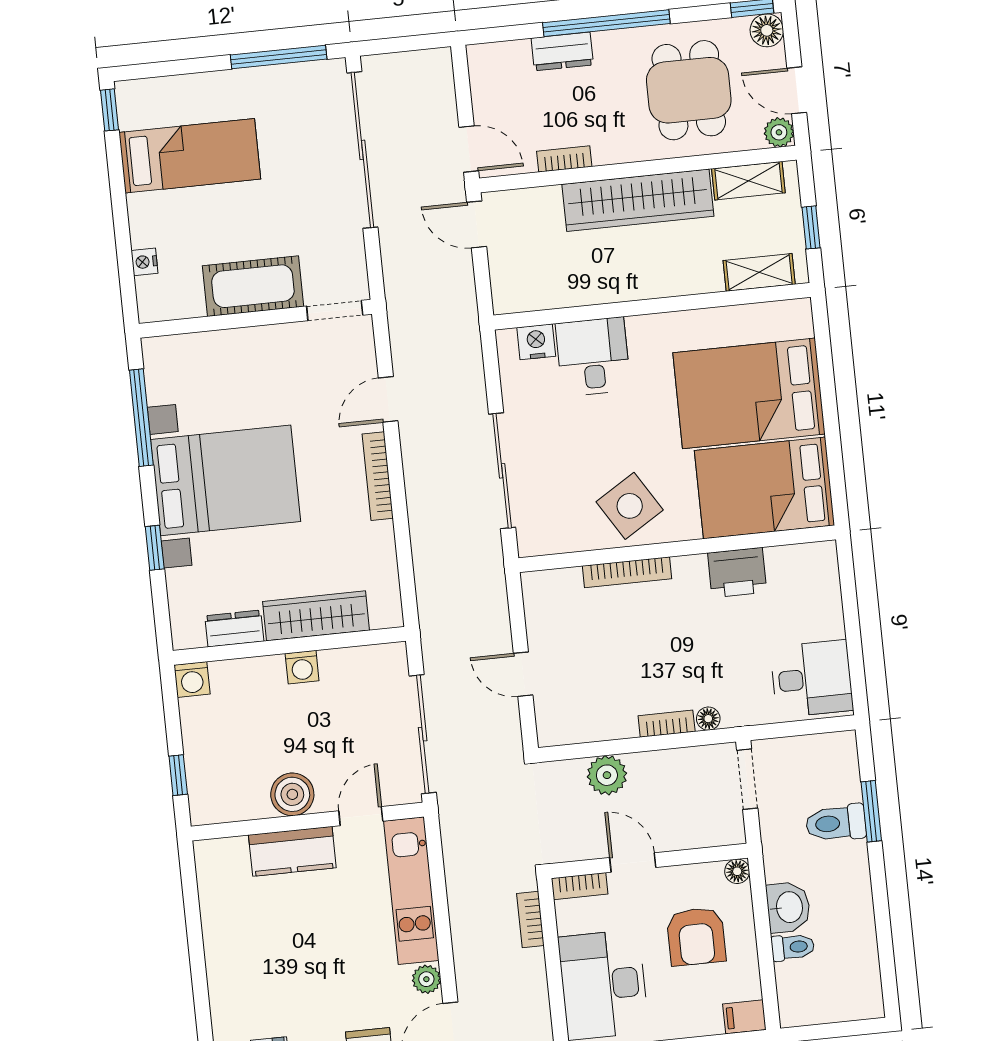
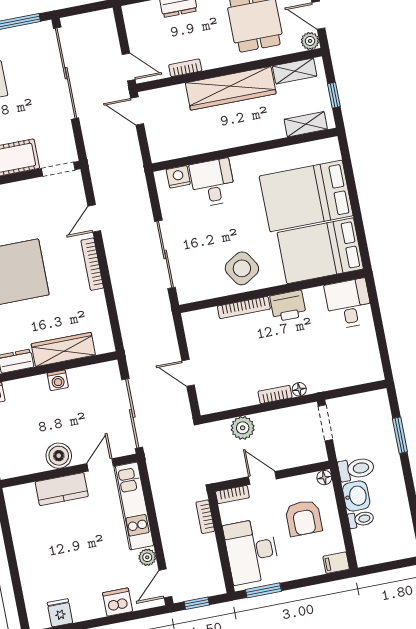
printer: (737, 573) -> (288, 306), moved
desk: (812, 679) -> (349, 304), moved, turned -90
toilet: (836, 823) -> (356, 469), moved, turned 180

